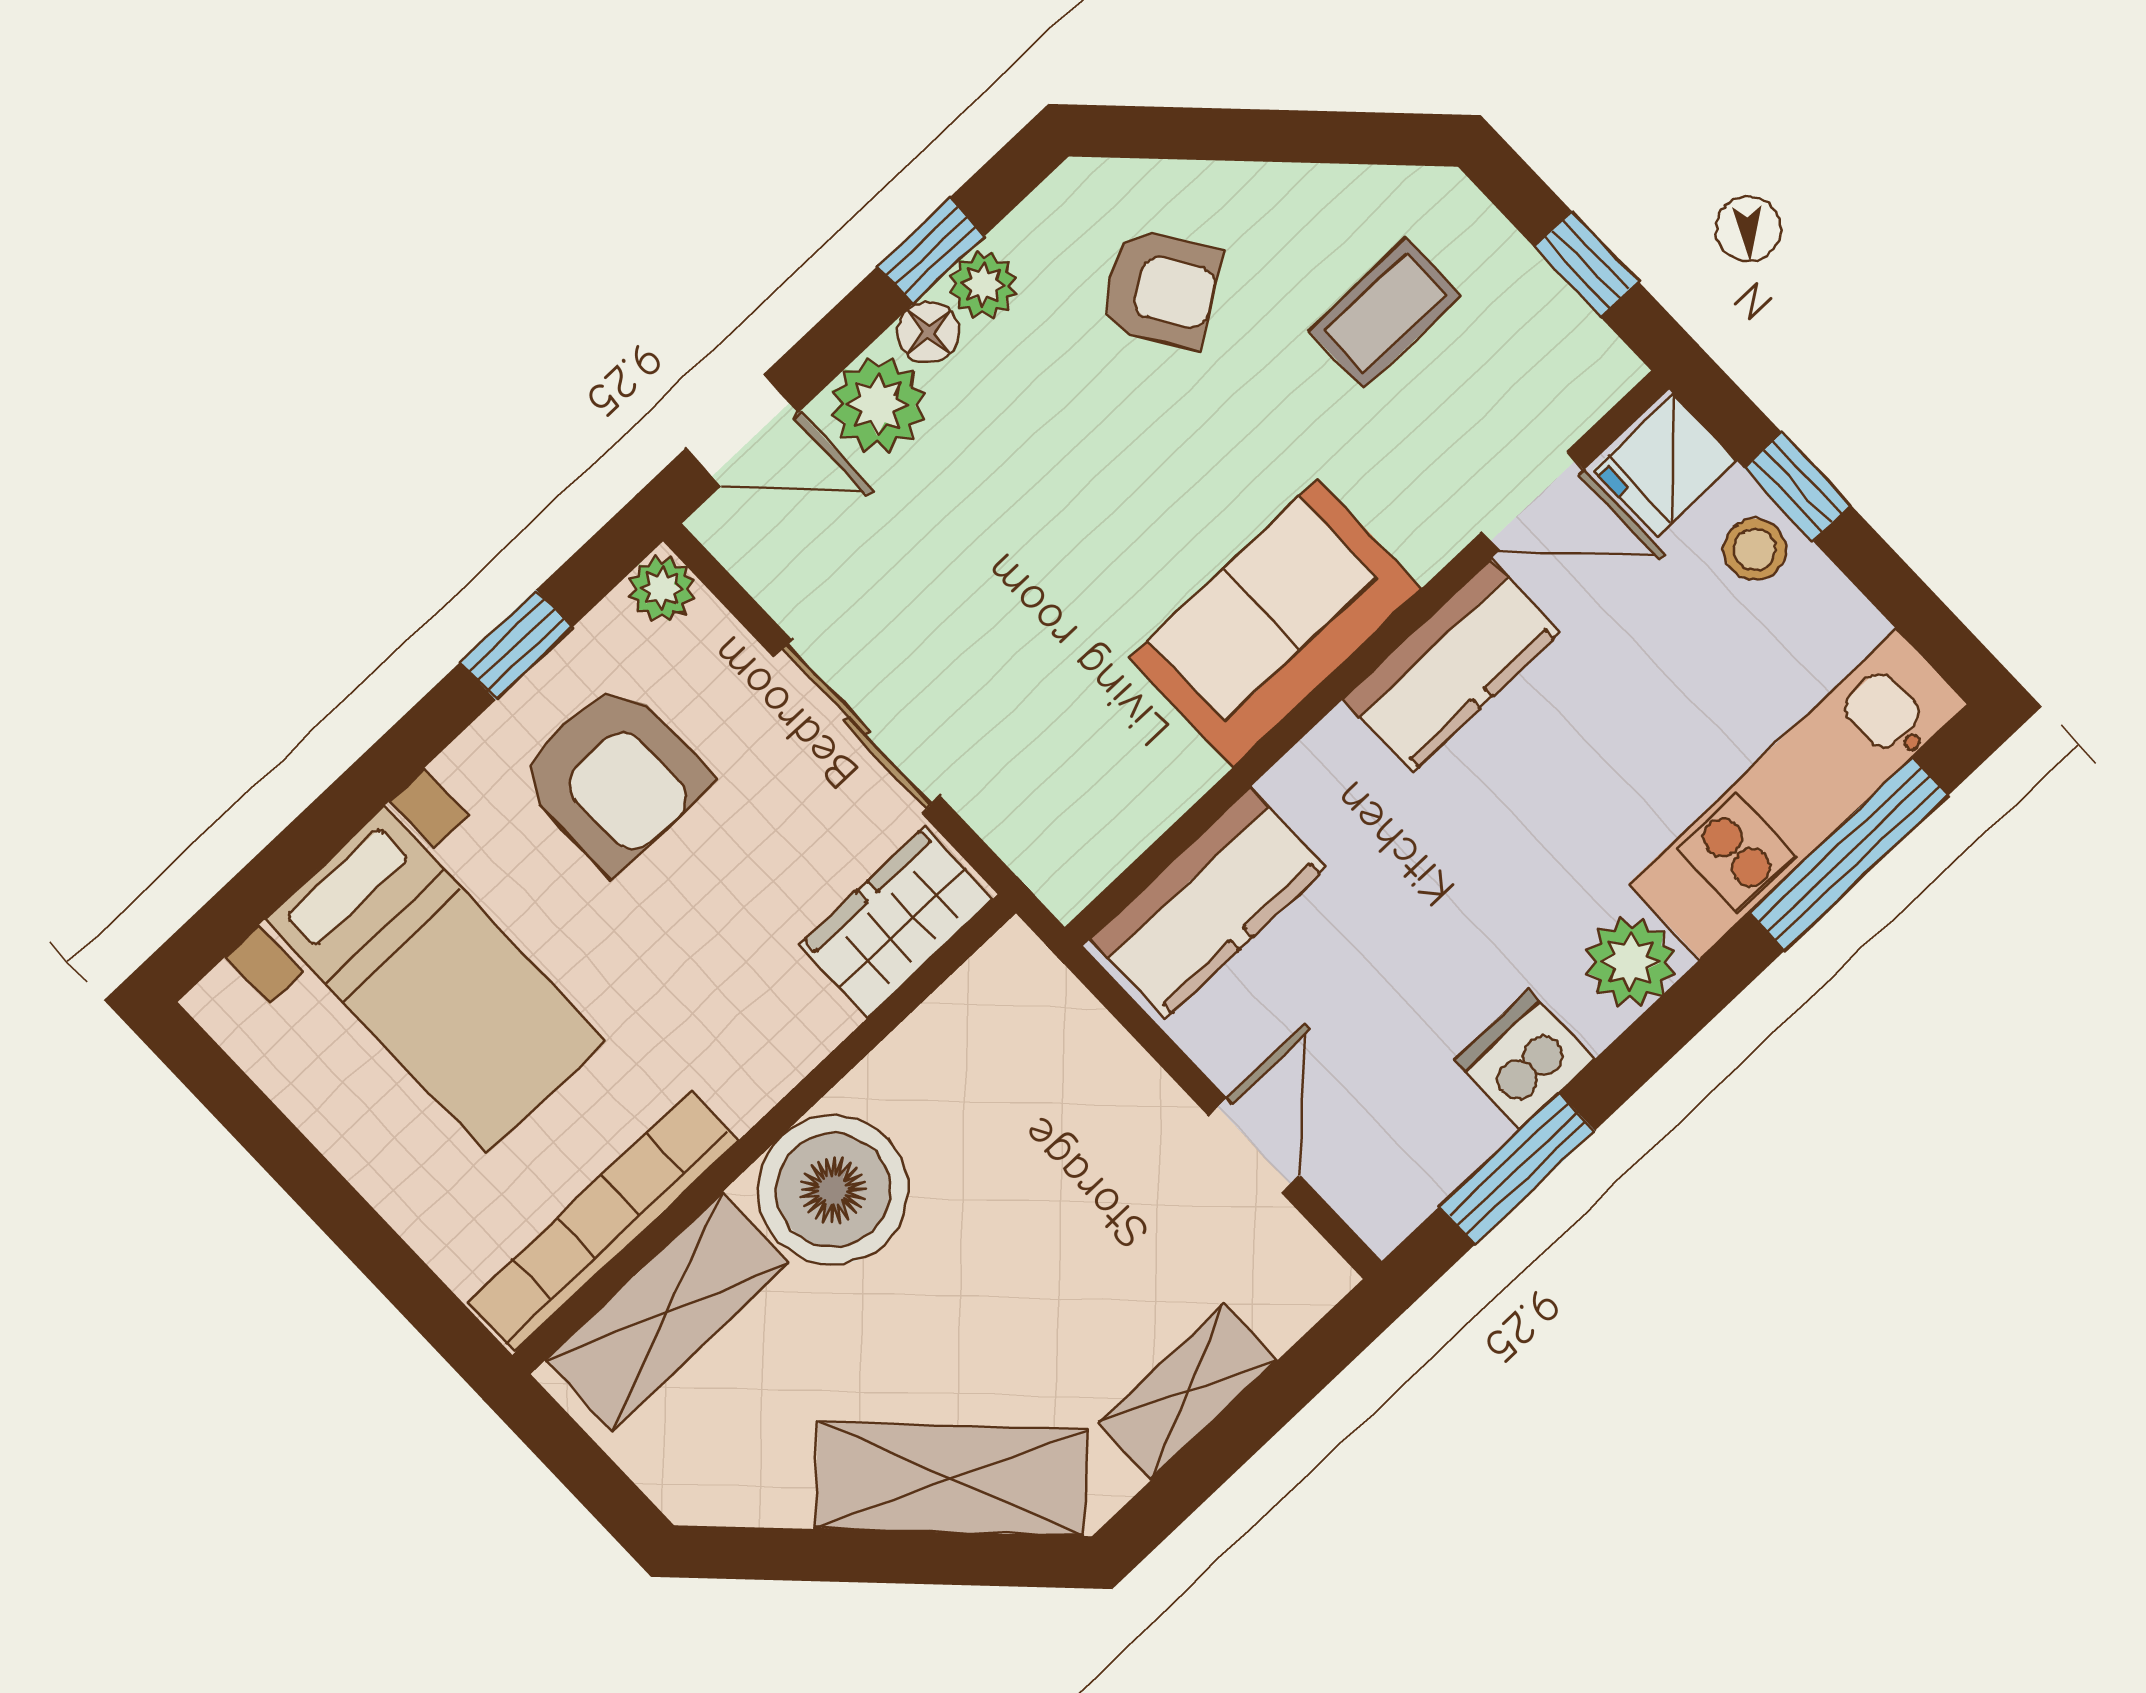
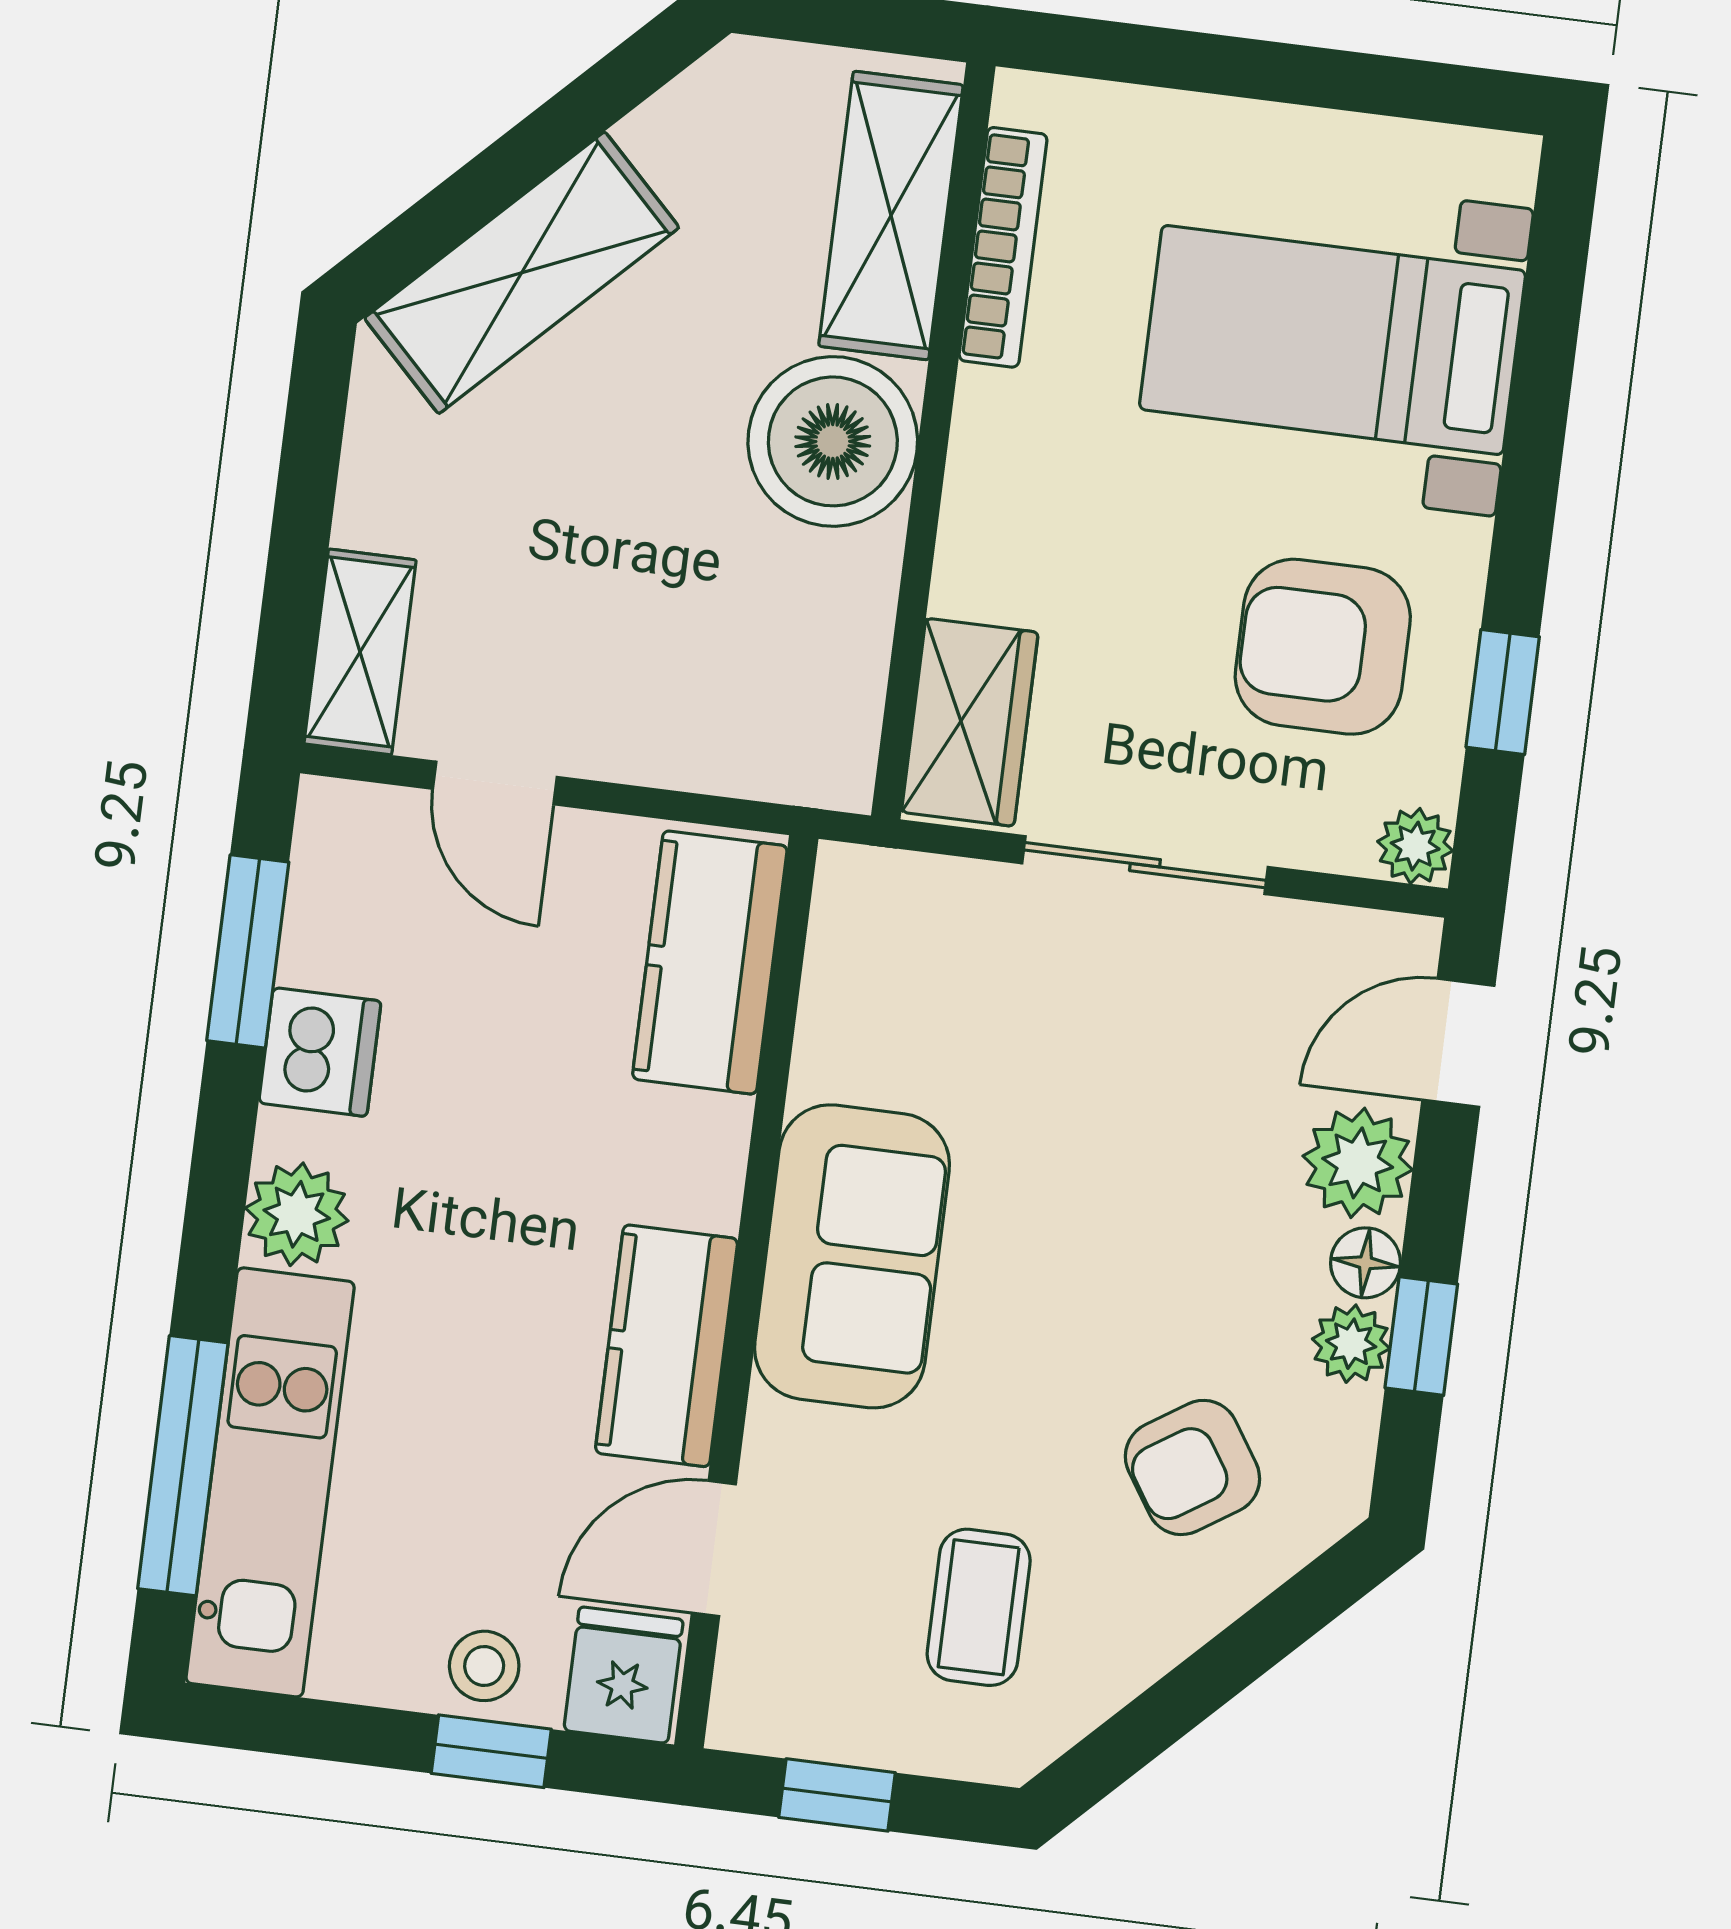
bookcase: (603, 1221) -> (1003, 247), width x0.68, depth x0.76
shelving: (1188, 1392) -> (360, 652), moved

